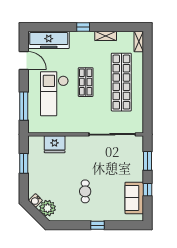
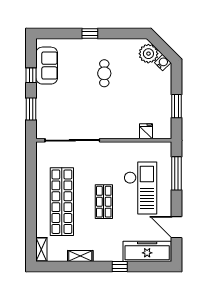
window: (83, 27) -> (120, 267), moved
fridge: (55, 144) -> (146, 131), width x0.53, depth x0.75

